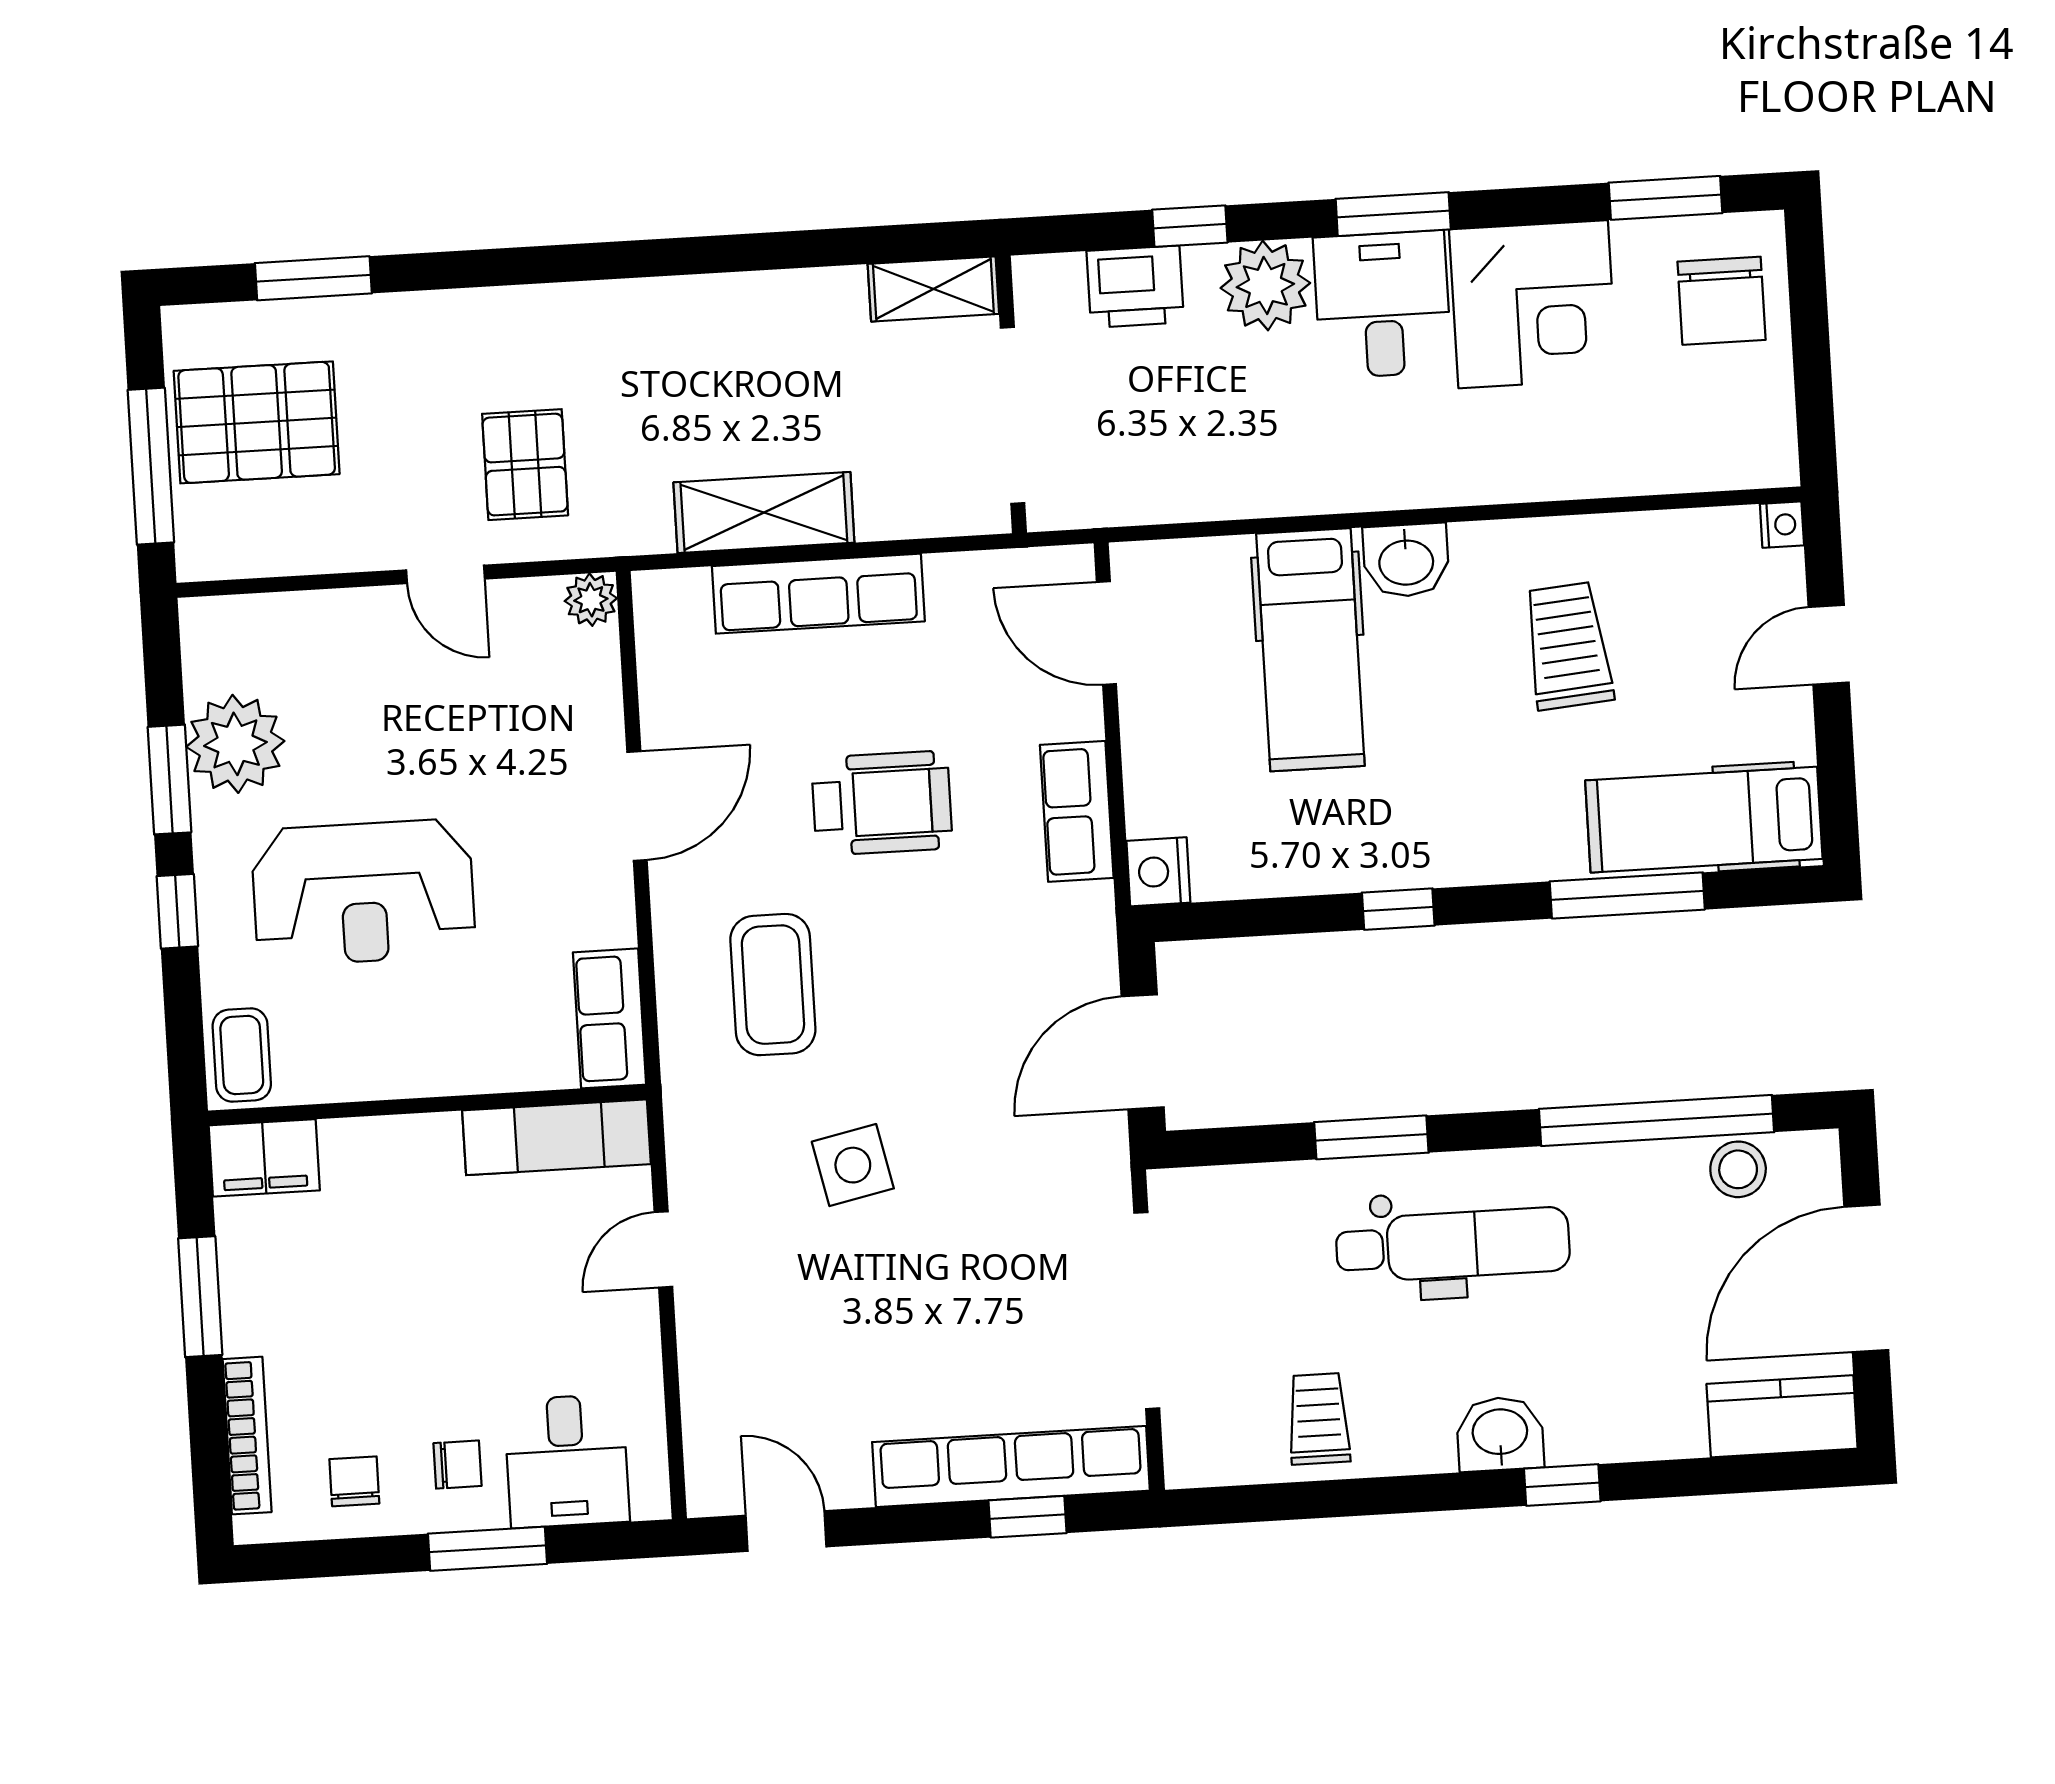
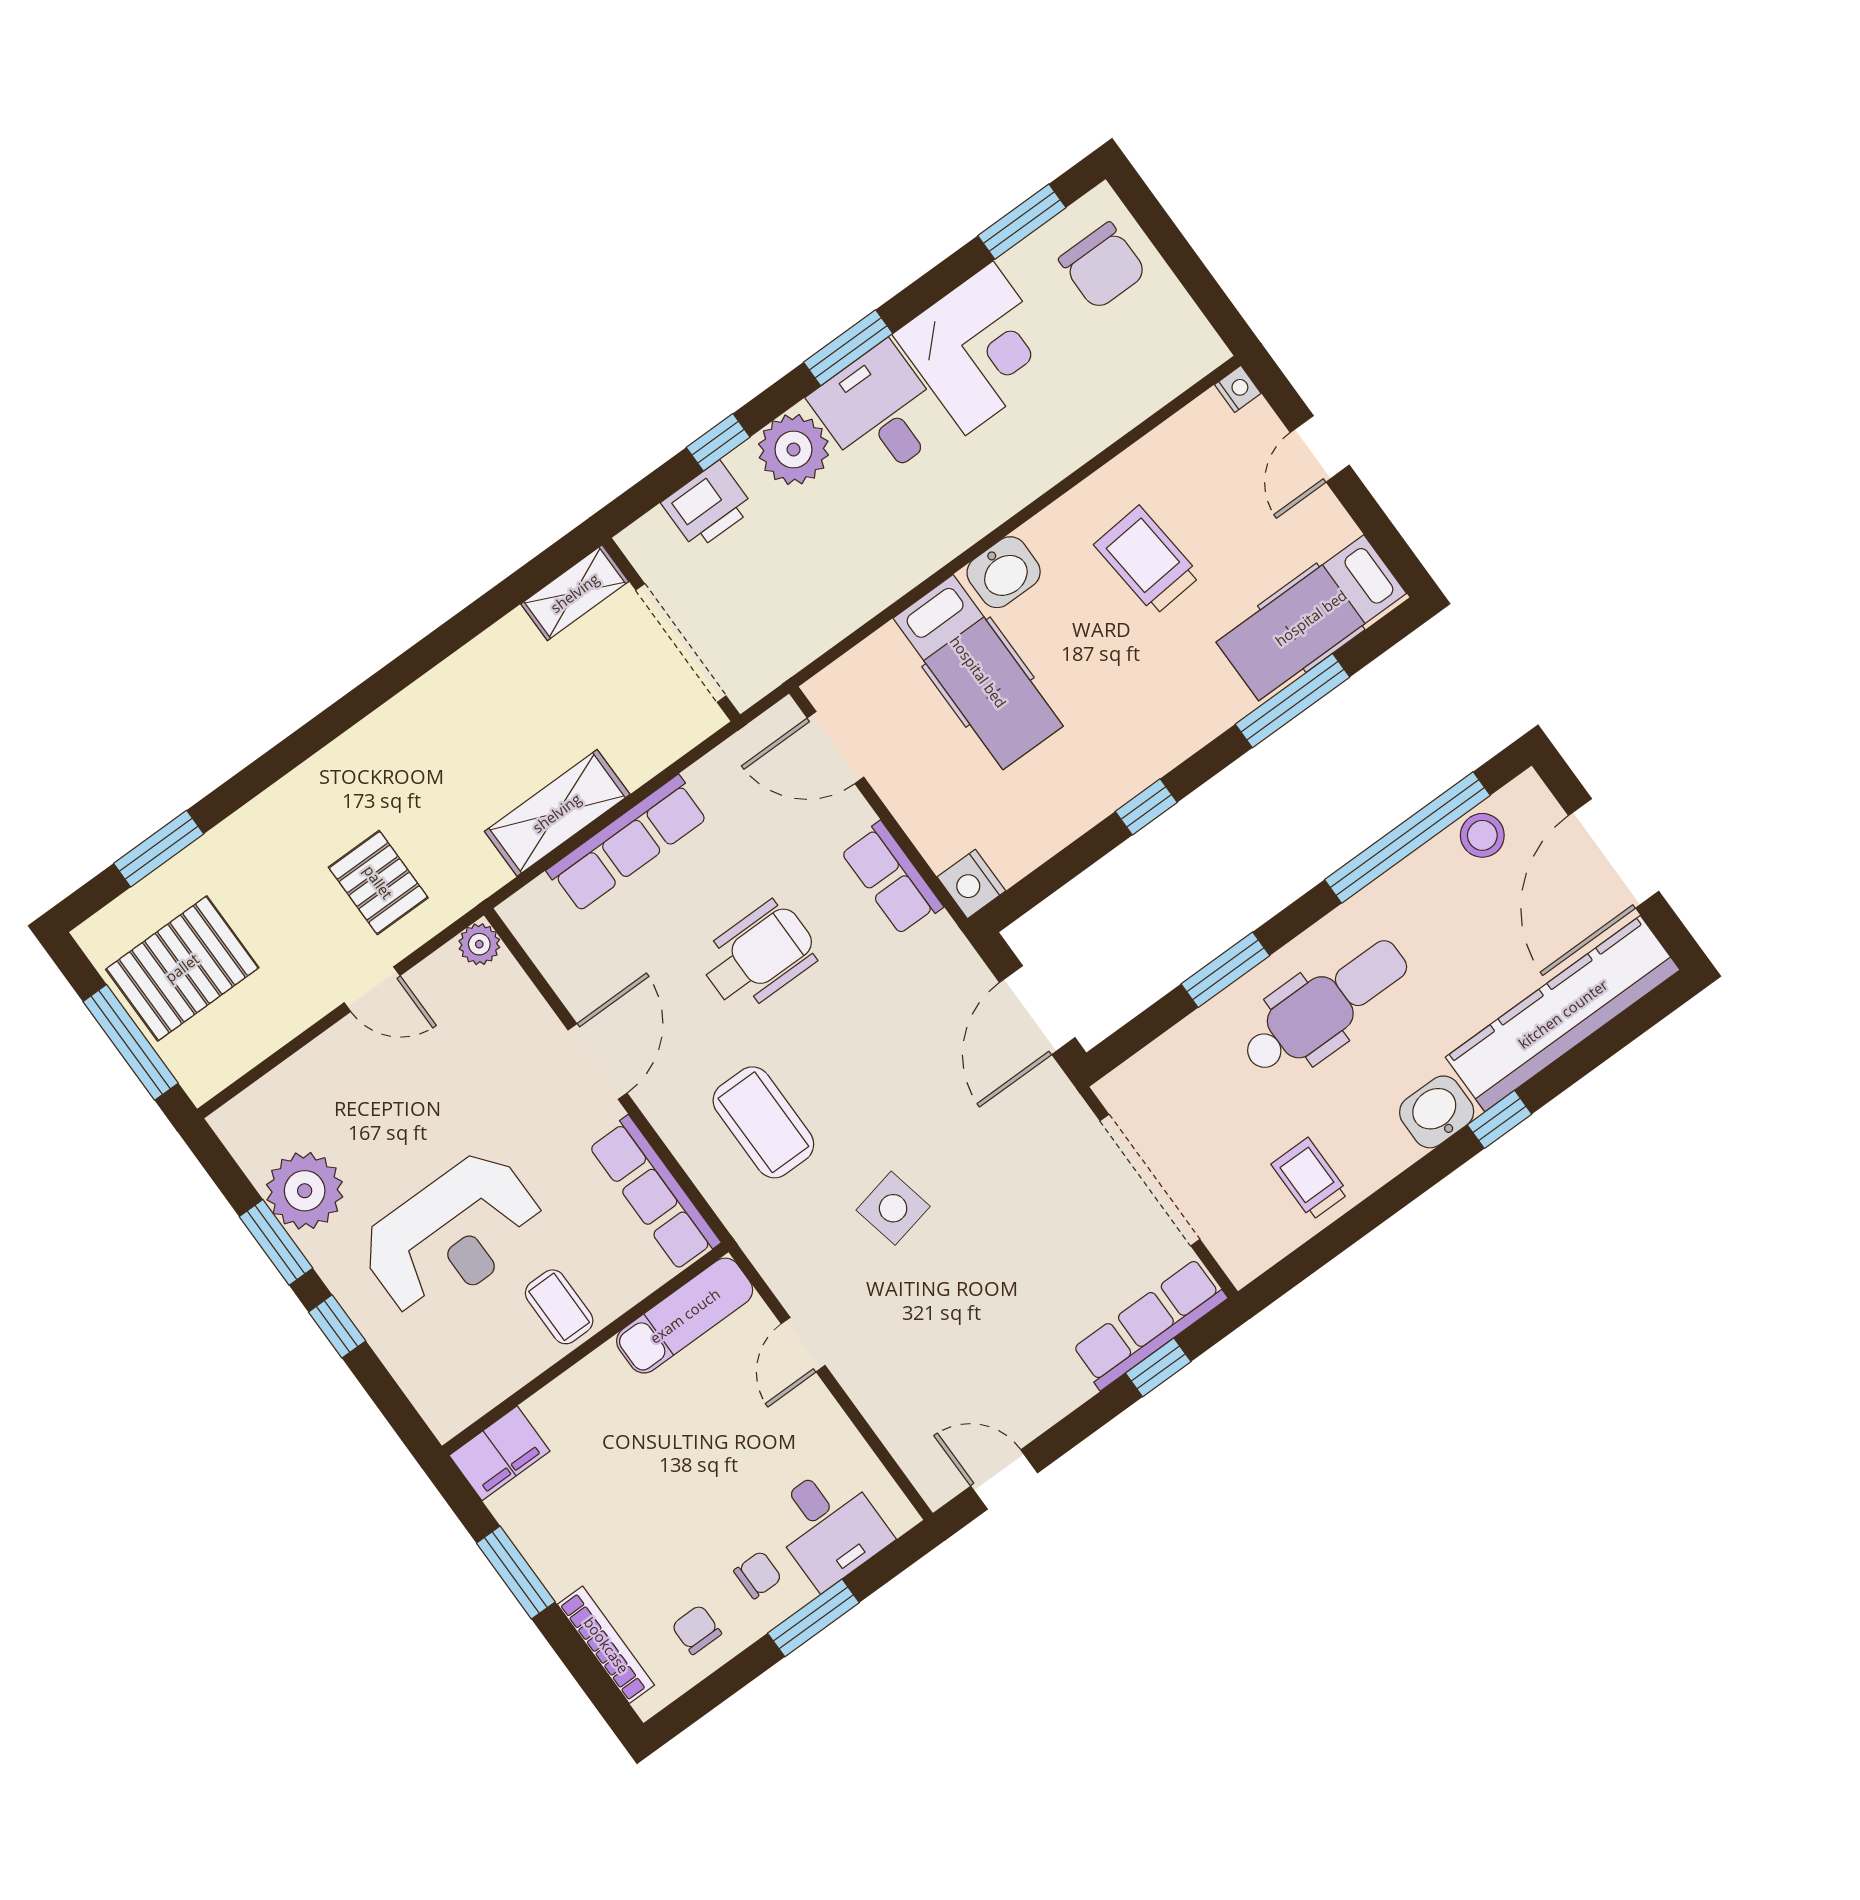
row of seats: (610, 1018) -> (654, 1193), width x1.48
coffee table: (242, 1055) -> (559, 1307), moved
kitchen counter: (1782, 1416) -> (1563, 1014), width x2.08, depth x1.17
row of seats: (1011, 1466) -> (1149, 1324), width x0.73

